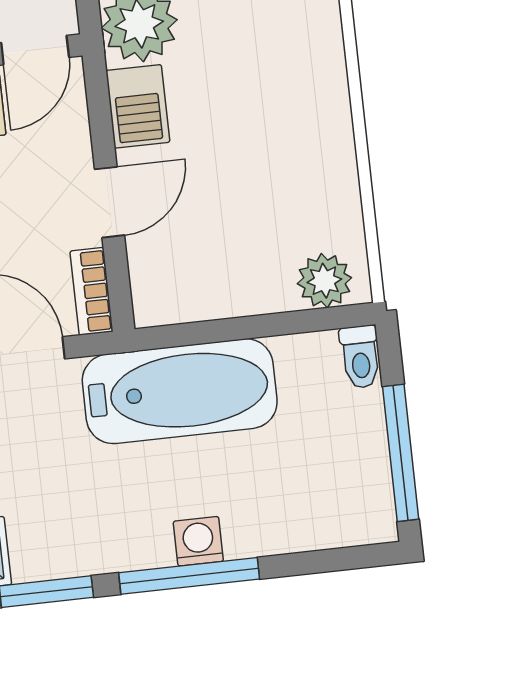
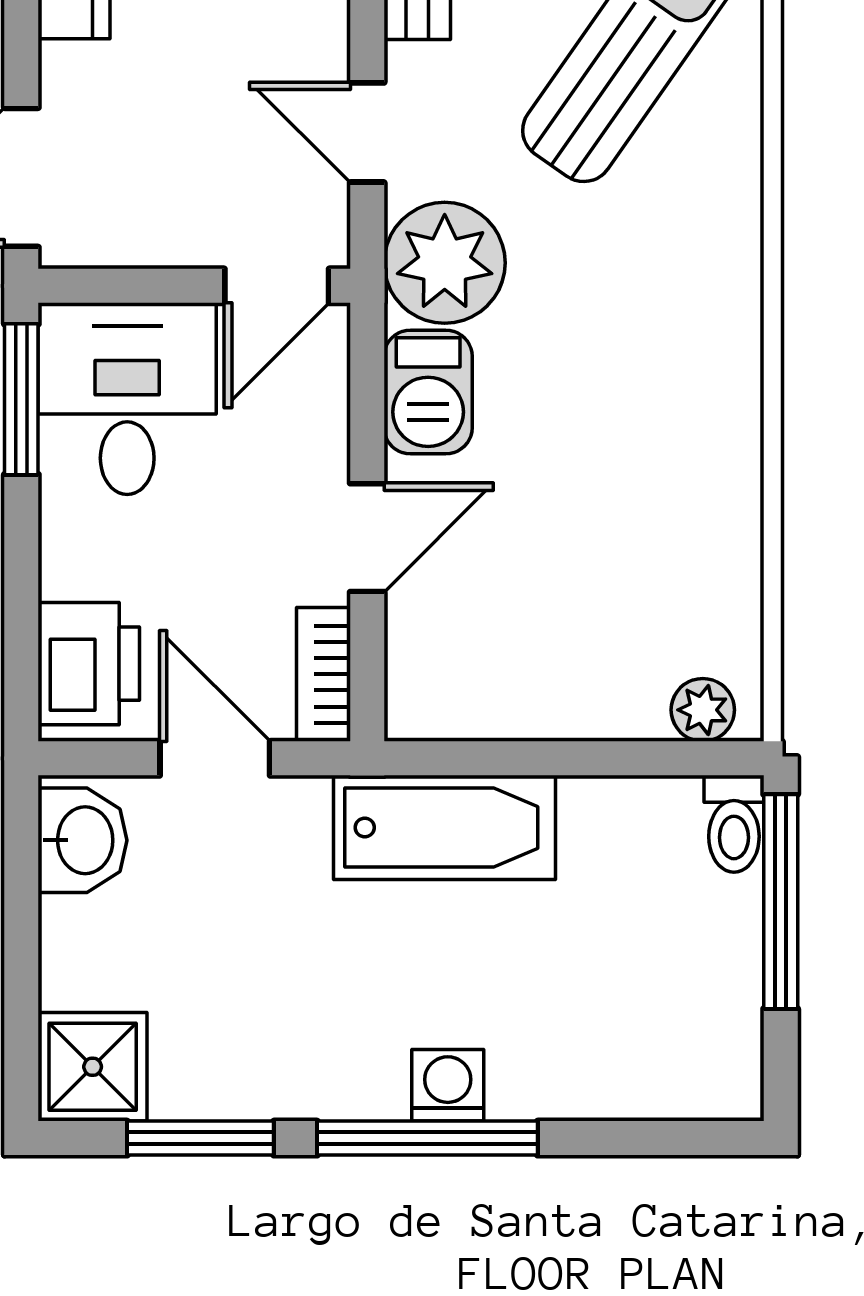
plant: (324, 281) -> (703, 710), width x0.73, depth x0.73
bathtub: (180, 391) -> (445, 827), width x0.73, depth x0.73
window: (401, 453) -> (781, 902), moved

